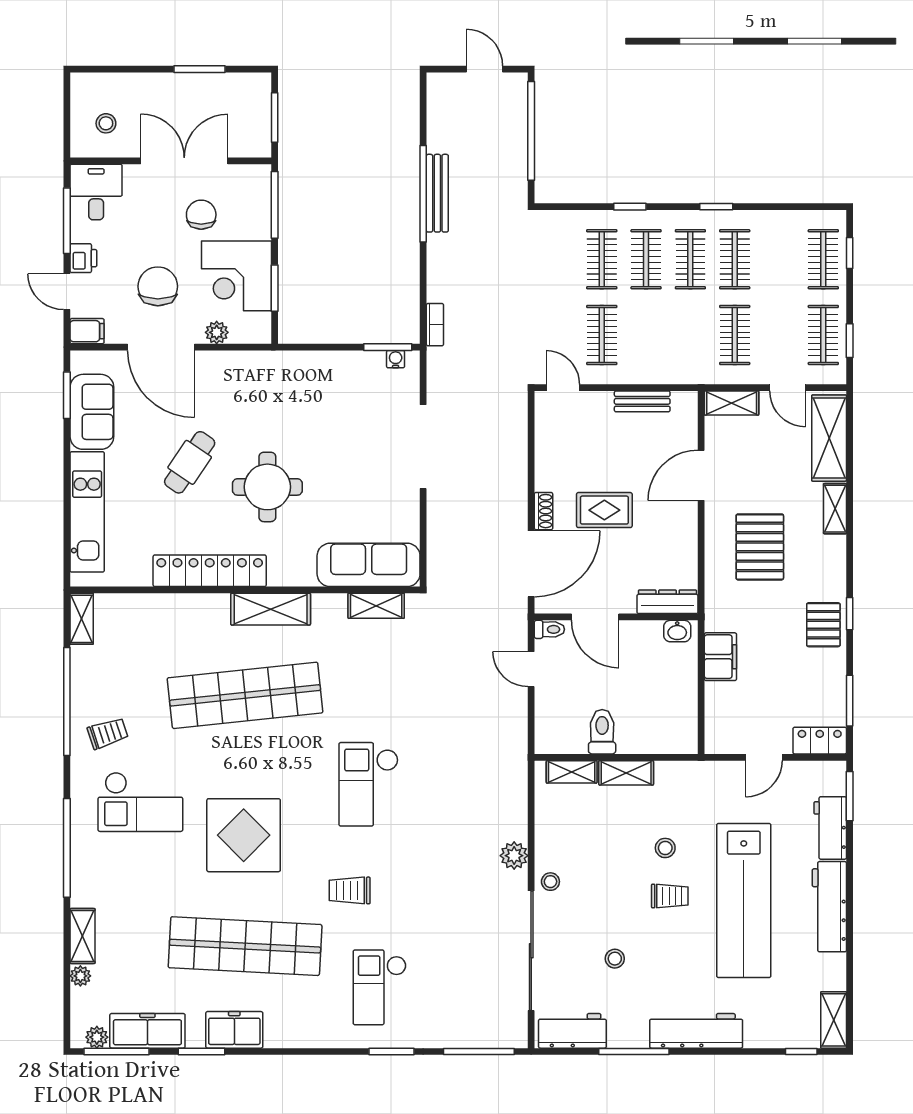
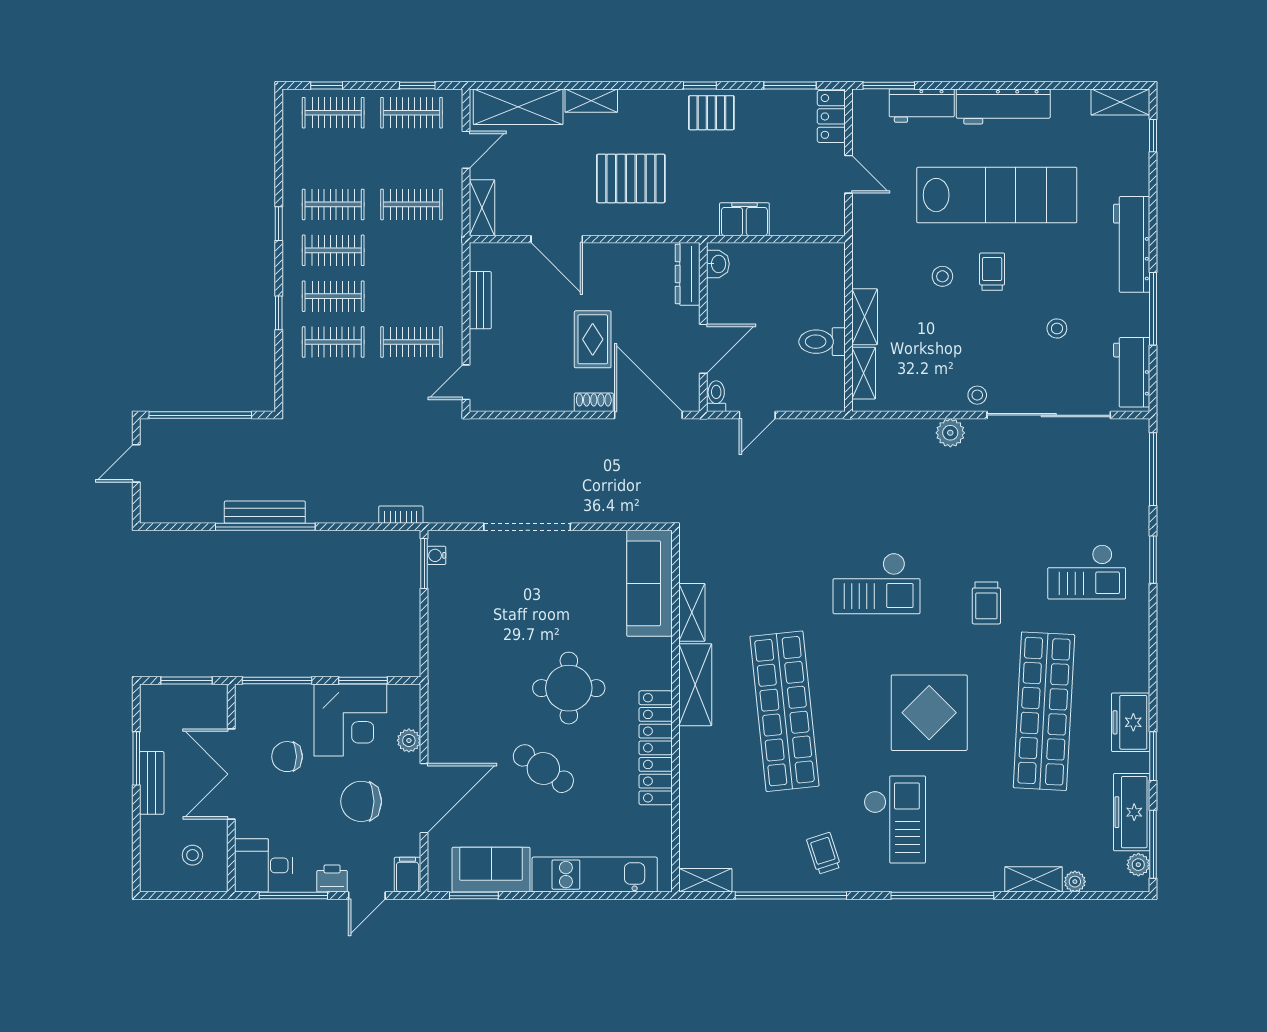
bench: (176, 84) -> (152, 783), added
shelving: (376, 606) -> (692, 612), moved

